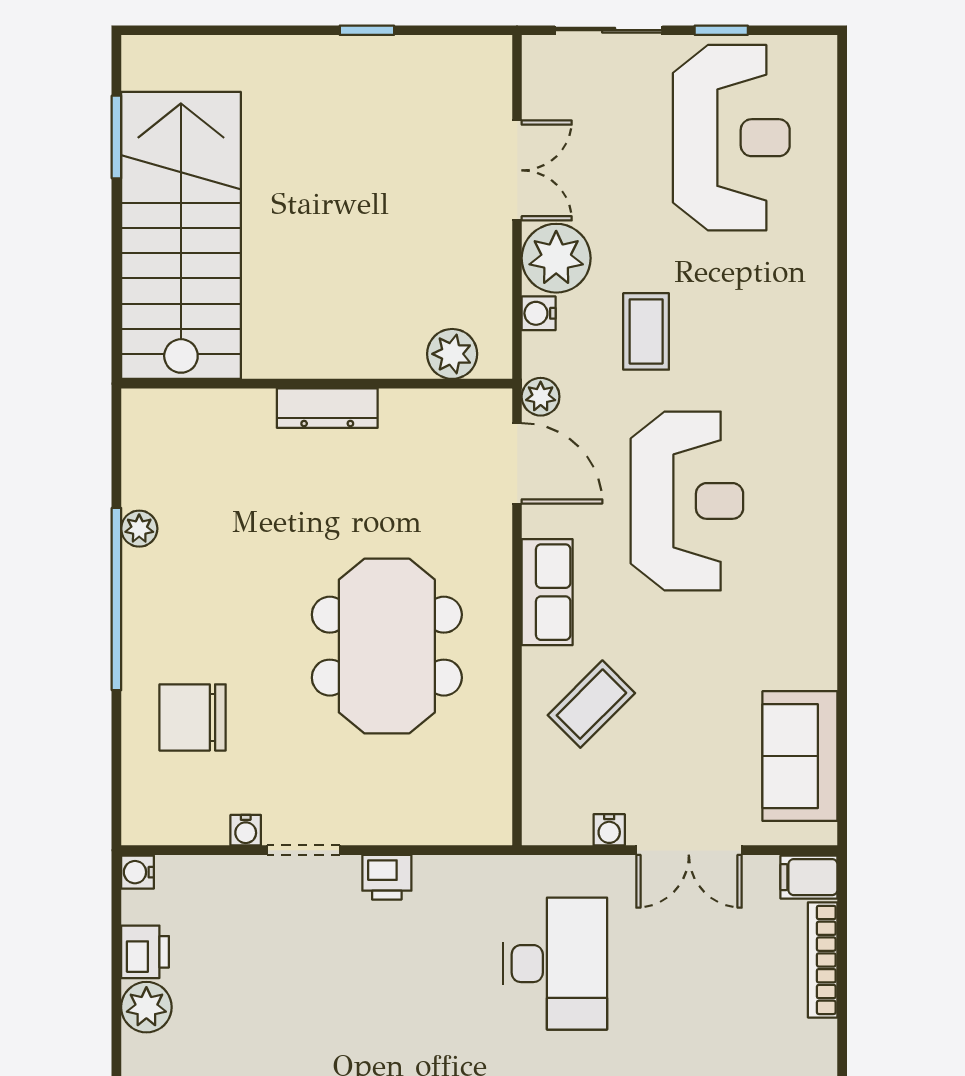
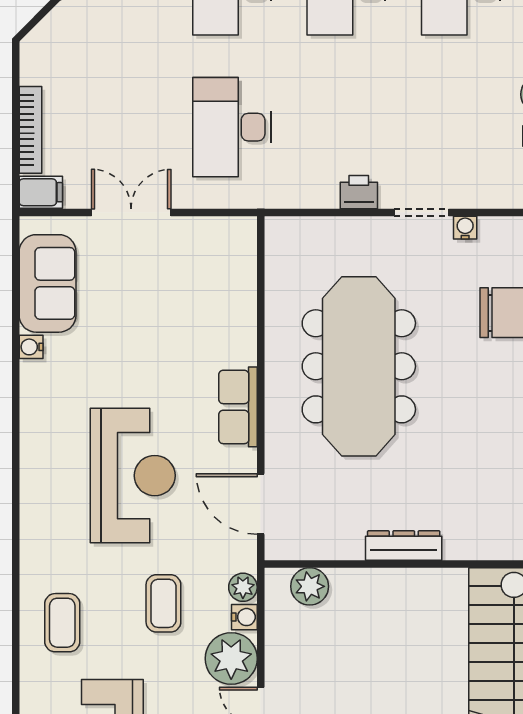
plant: (541, 397) -> (243, 587), moved
reception desk: (687, 501) -> (133, 476), turned 180
meeting table: (387, 646) -> (359, 366), width x1.36
coffee table: (591, 704) -> (62, 623), moved, turned -45
water cooler: (609, 830) -> (31, 347), moved, turned -90

